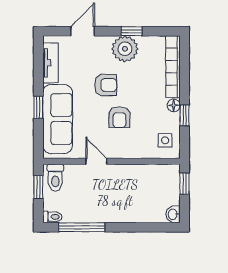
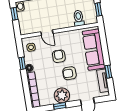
window: (38, 107) -> (108, 72), moved
door: (96, 161) -> (47, 33), moved
toilet: (55, 178) -> (79, 18), moved
window: (184, 184) -> (14, 14), moved

